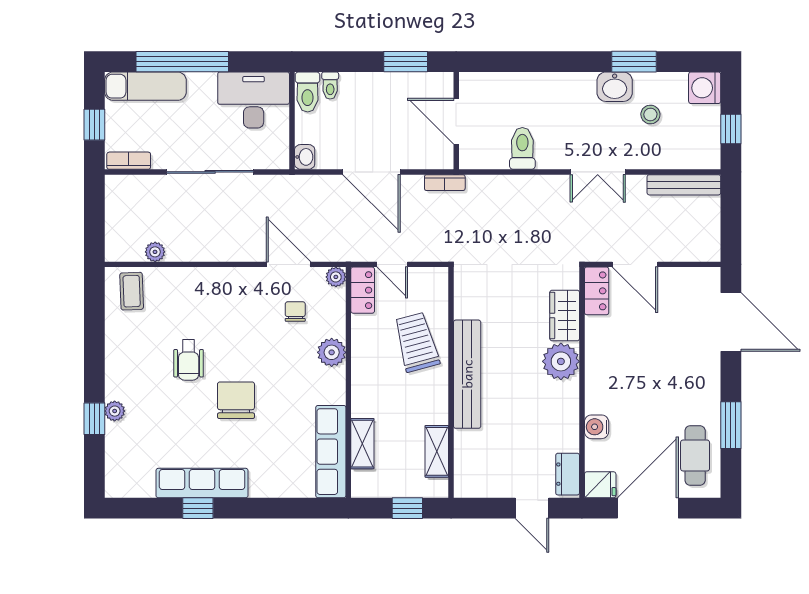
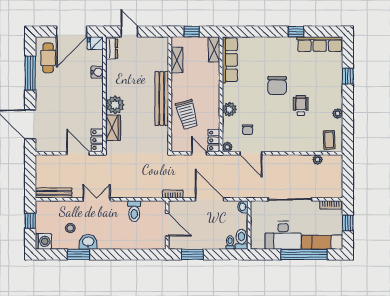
desk: (254, 100) -> (283, 235), moved
plant: (115, 411) -> (338, 113), moved
window: (731, 425) -> (30, 73), width x1.44
shelving: (362, 444) -> (214, 49), moved
row of seats: (202, 483) -> (320, 44), moved

